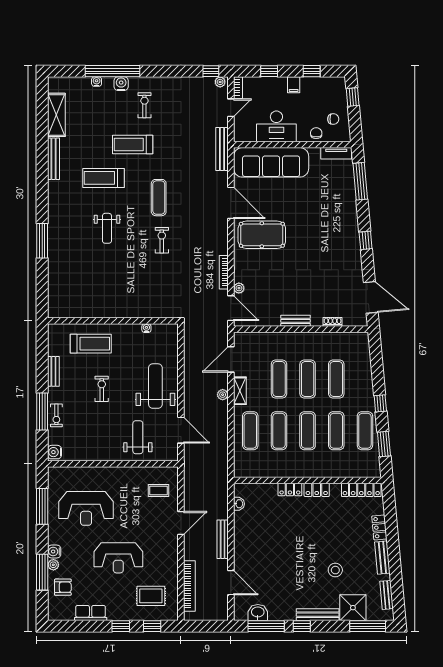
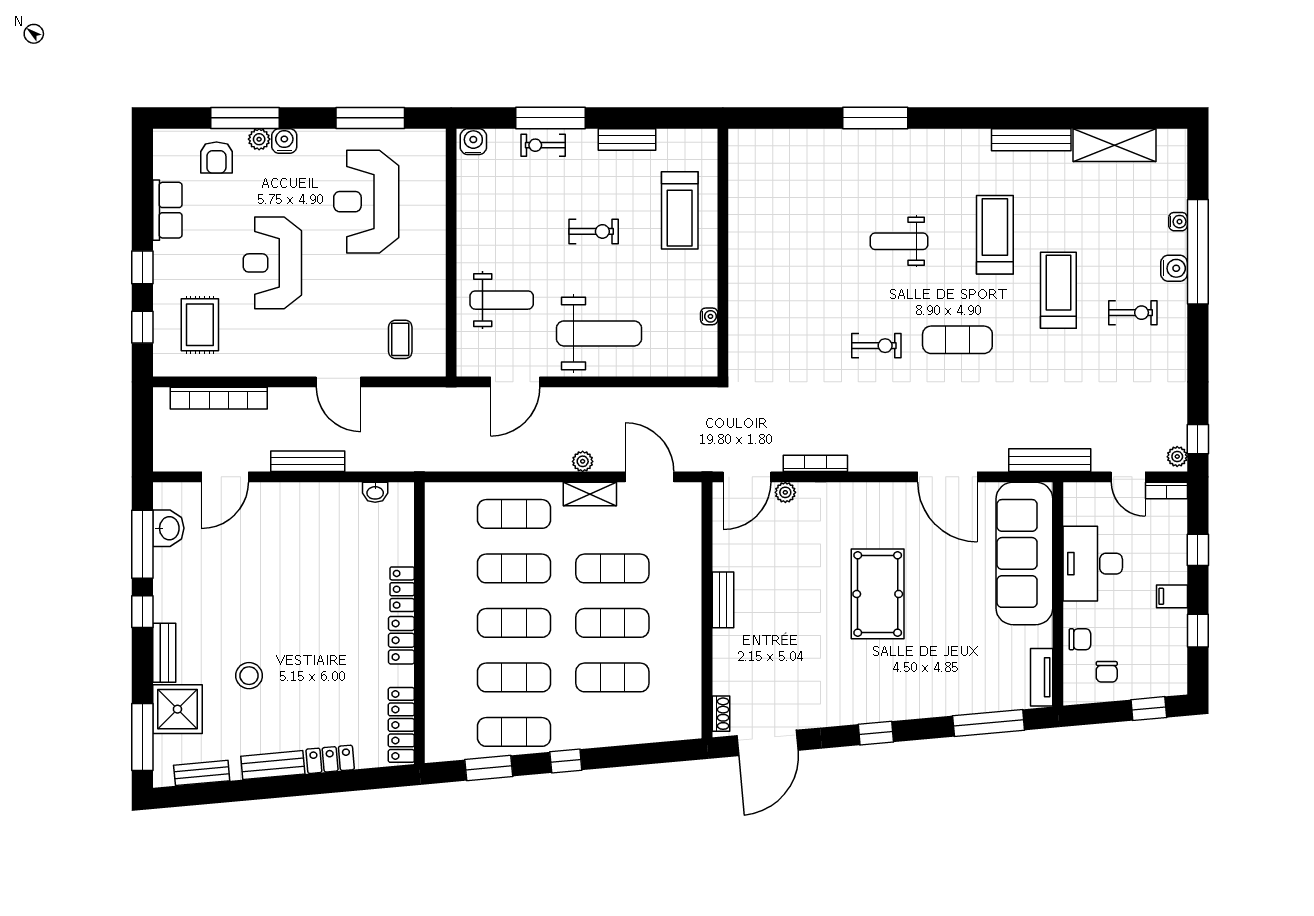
door: (231, 203) -> (947, 477), hinge flipped
pool table: (262, 235) -> (878, 594), moved
shoe rack: (333, 322) -> (721, 714), moved
bench: (318, 615) -> (164, 653), width x0.73

